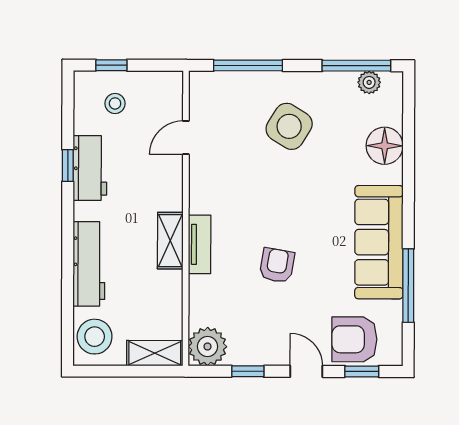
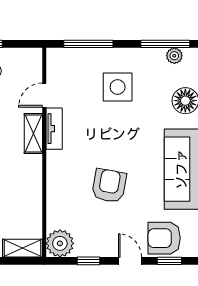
side table: (289, 126) -> (118, 87), turned -32
shelving: (170, 241) -> (33, 133), moved
tv unit: (200, 244) -> (54, 129), moved
armchair: (277, 265) -> (109, 186), width x1.38, depth x1.38

